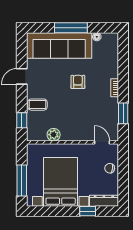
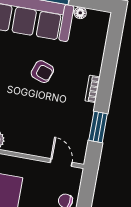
armchair: (78, 82) -> (42, 72), turned 109

